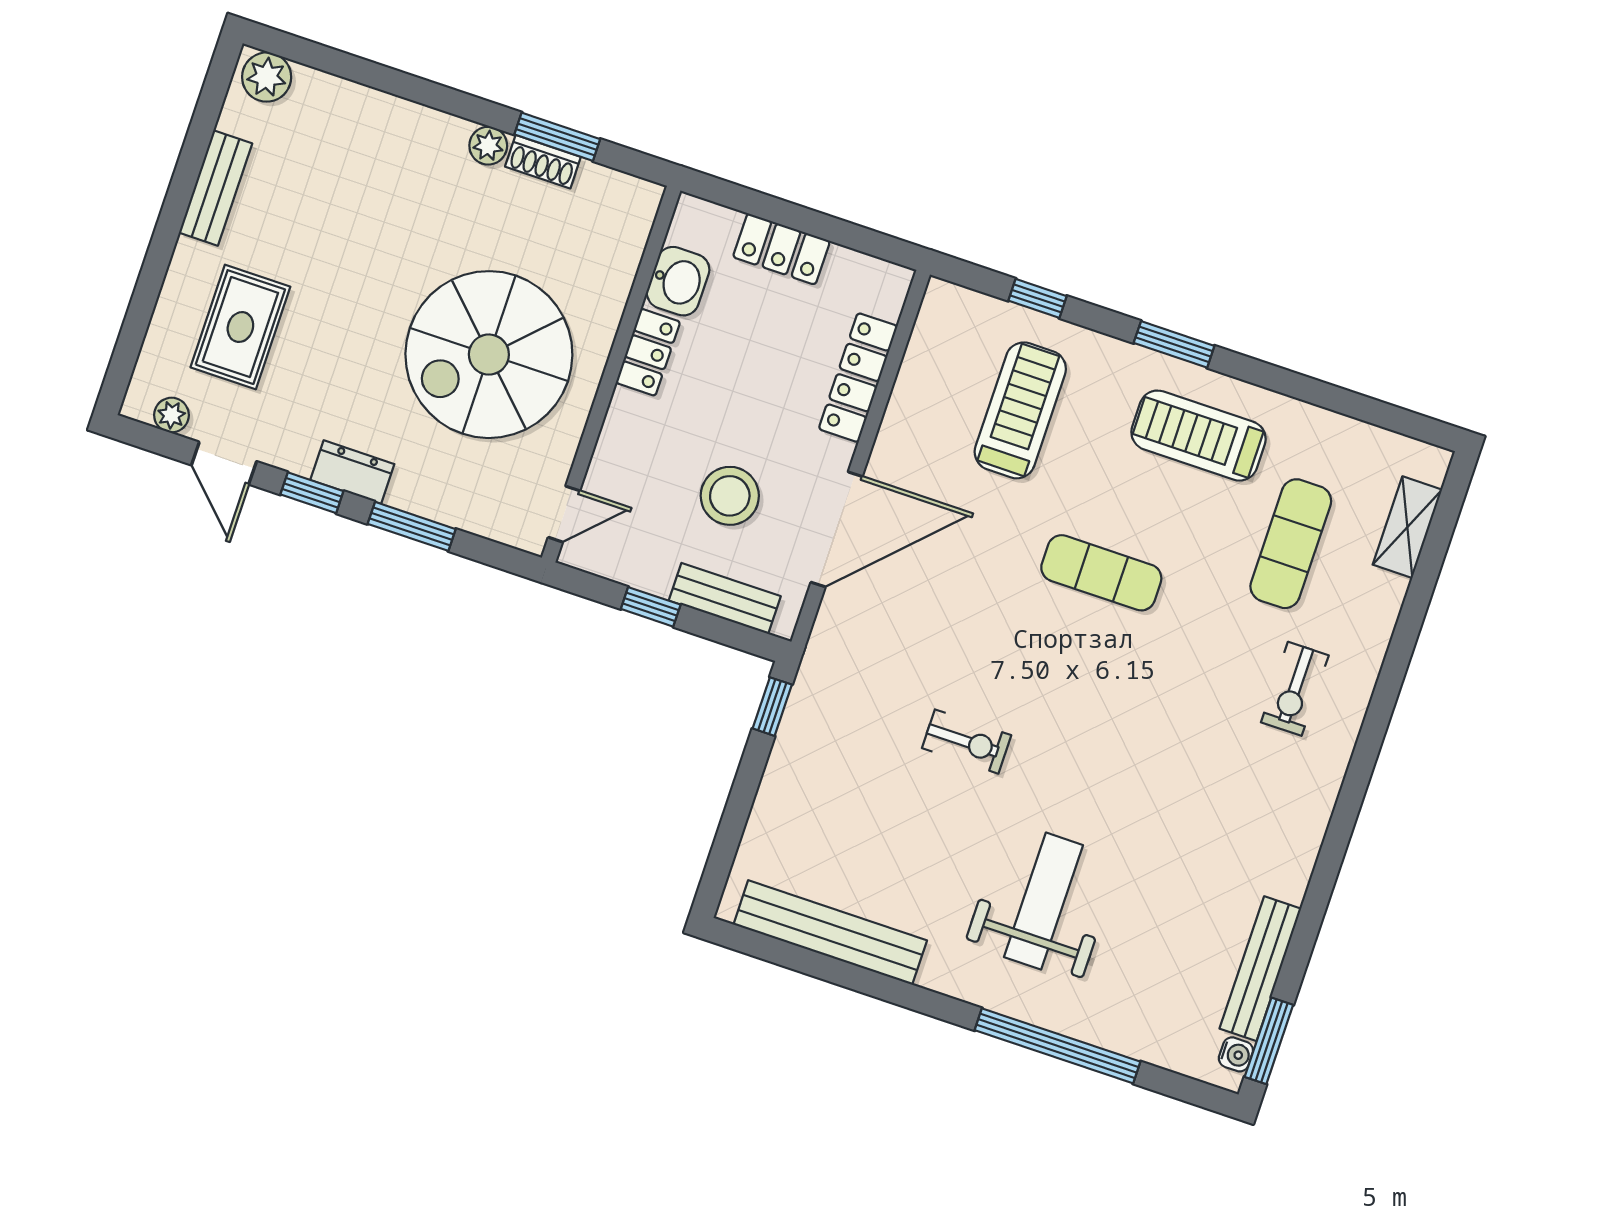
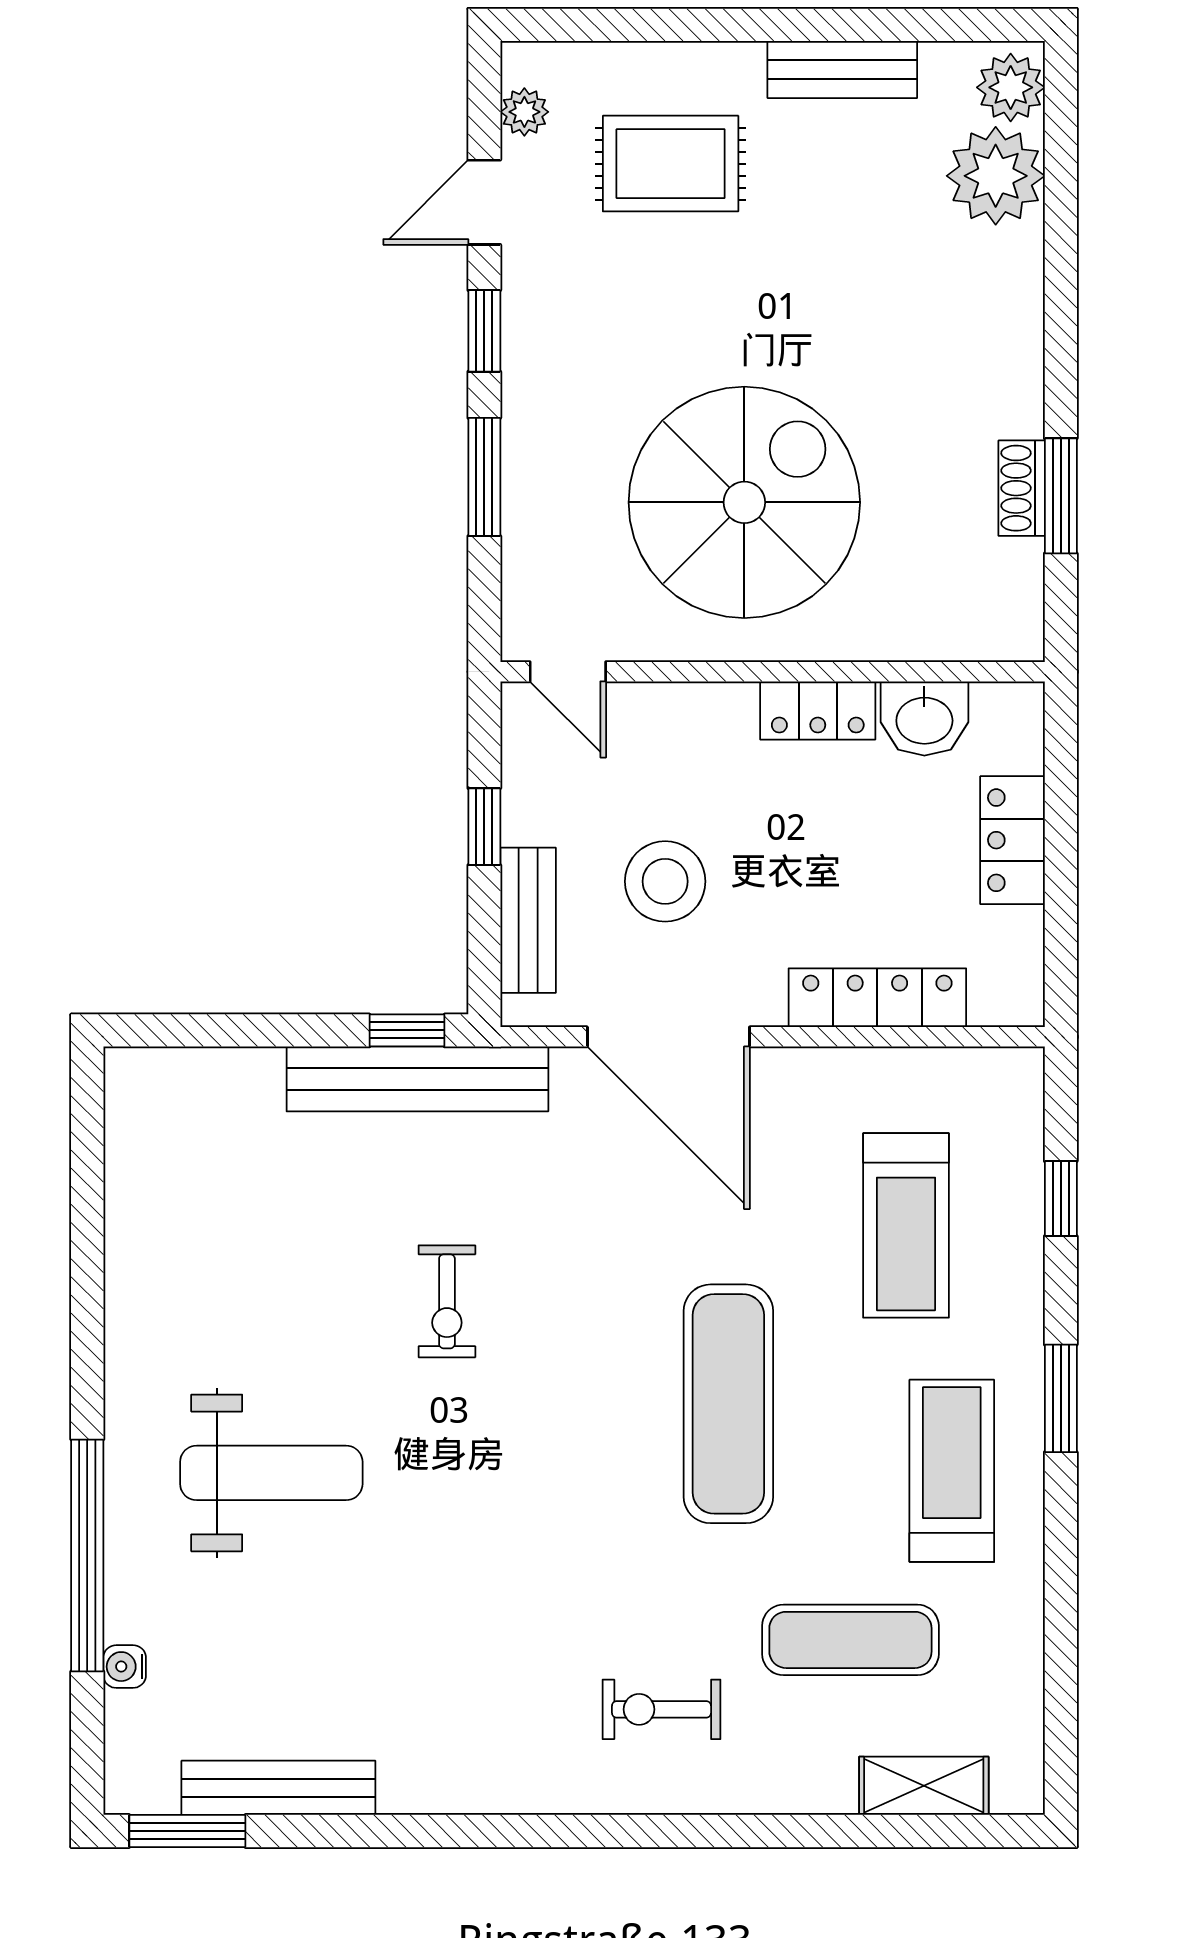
plant: (488, 146) -> (996, 176), moved, width x1.87, depth x1.87
spiral stairs: (489, 355) -> (744, 502), turned 90
treadmill: (1020, 410) -> (906, 1225), turned 90
dresser: (352, 472) -> (530, 375), removed
exercise mat: (1101, 573) -> (728, 1404), width x1.36, depth x1.45
bench: (830, 932) -> (417, 1079), moved, turned 90
water cooler: (1236, 1054) -> (125, 1667), moved, turned 90

